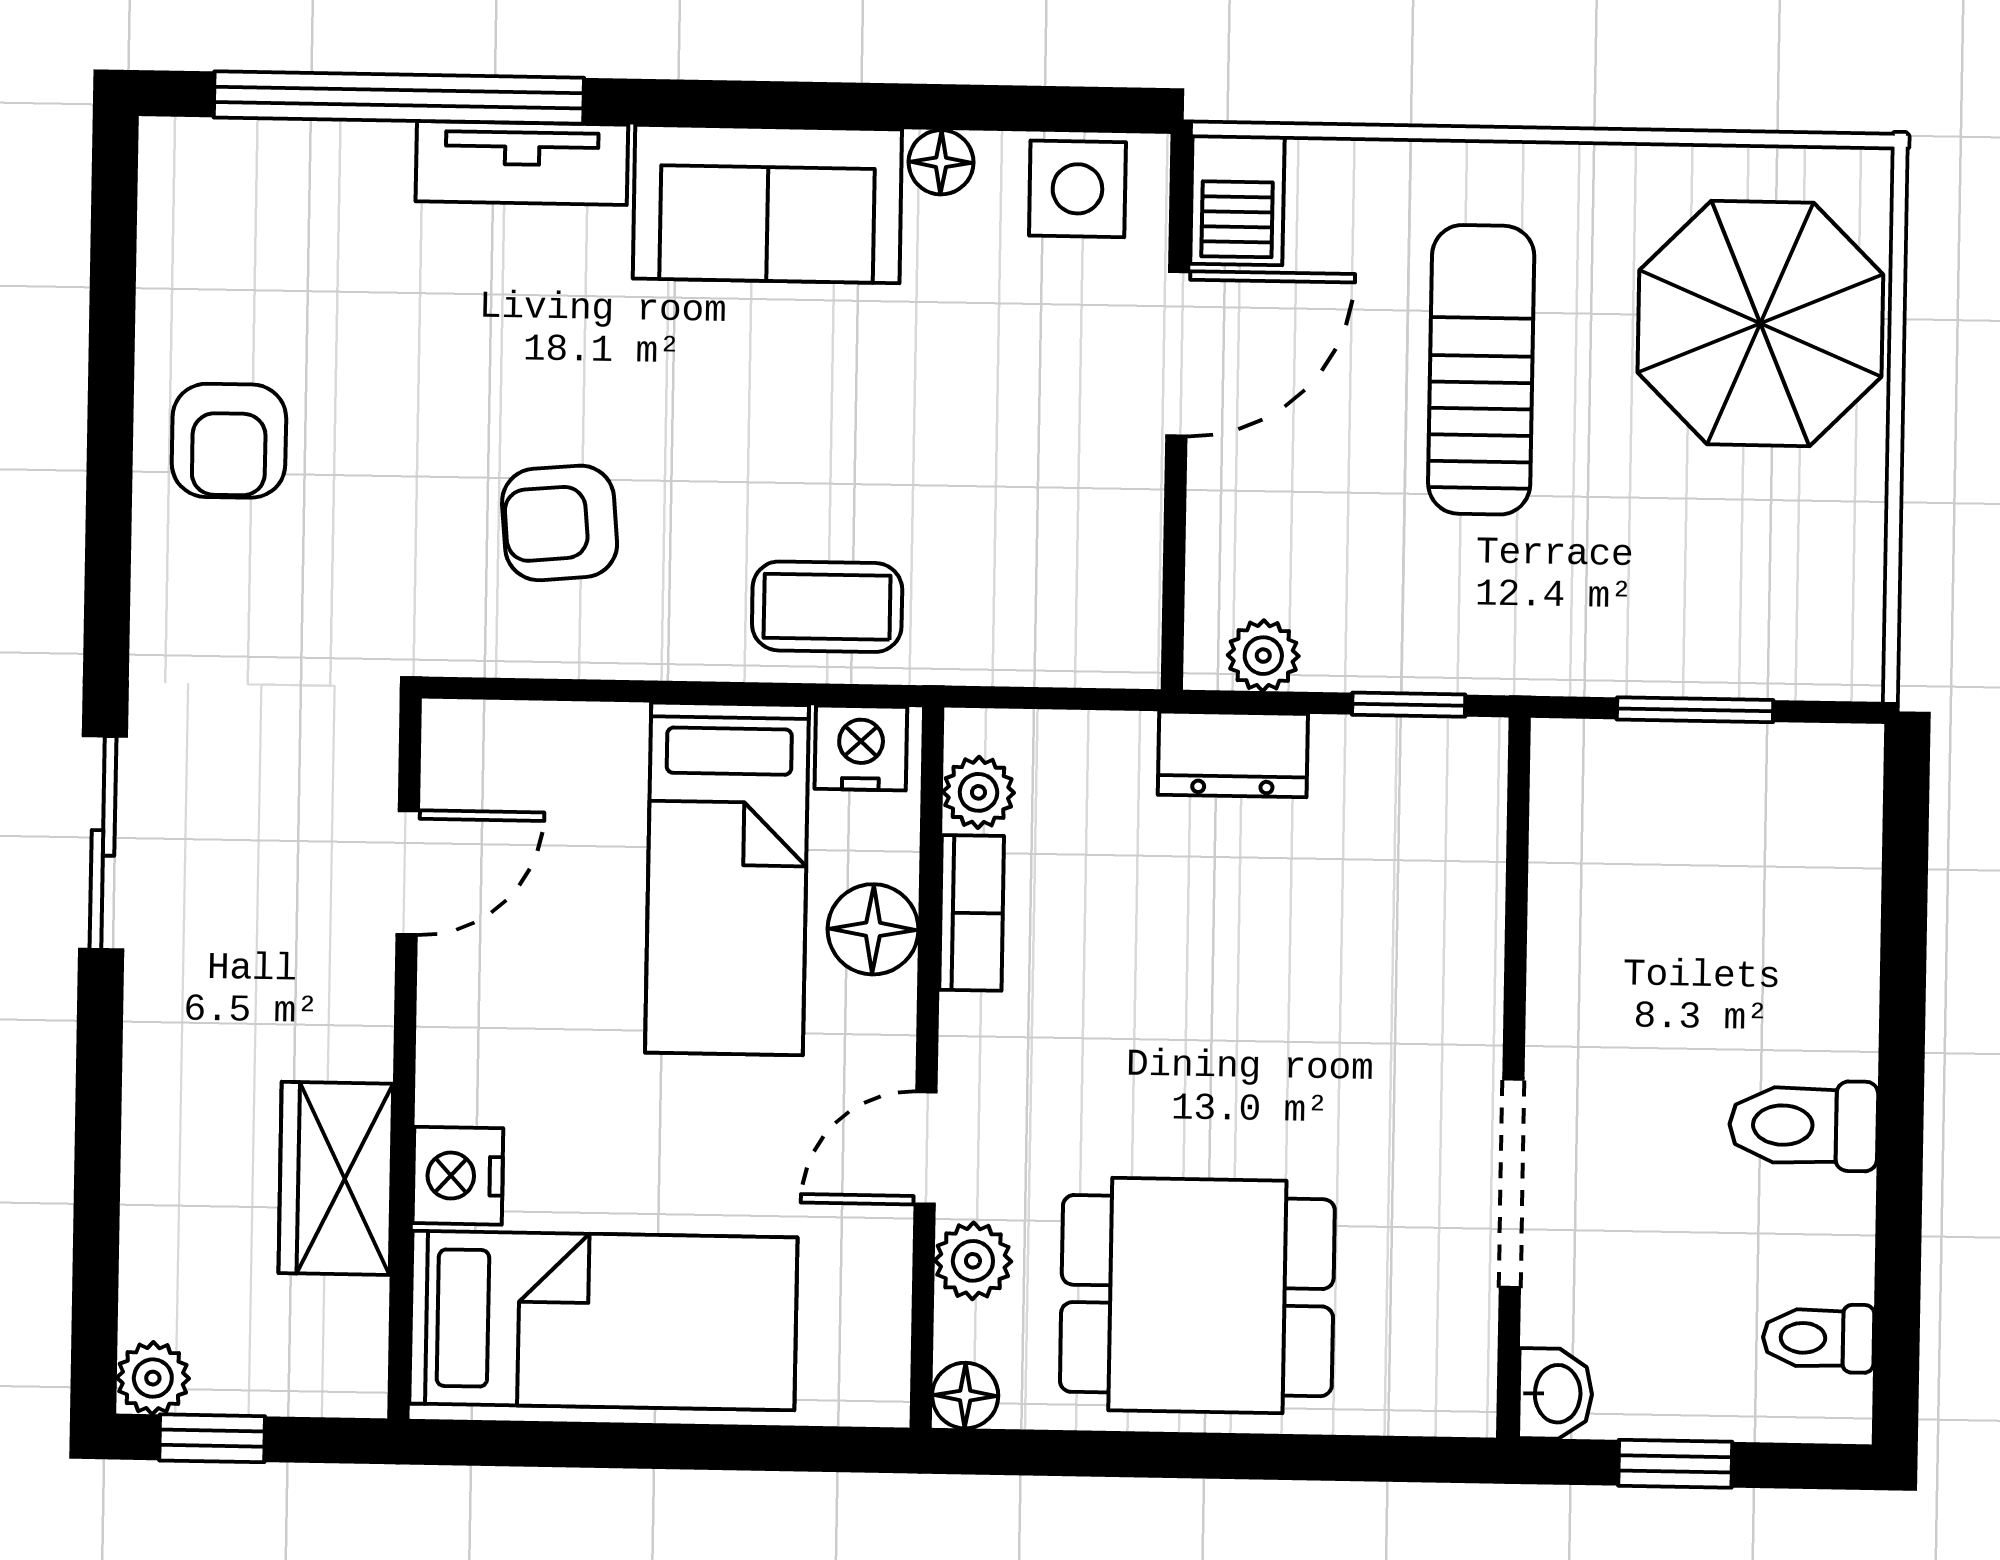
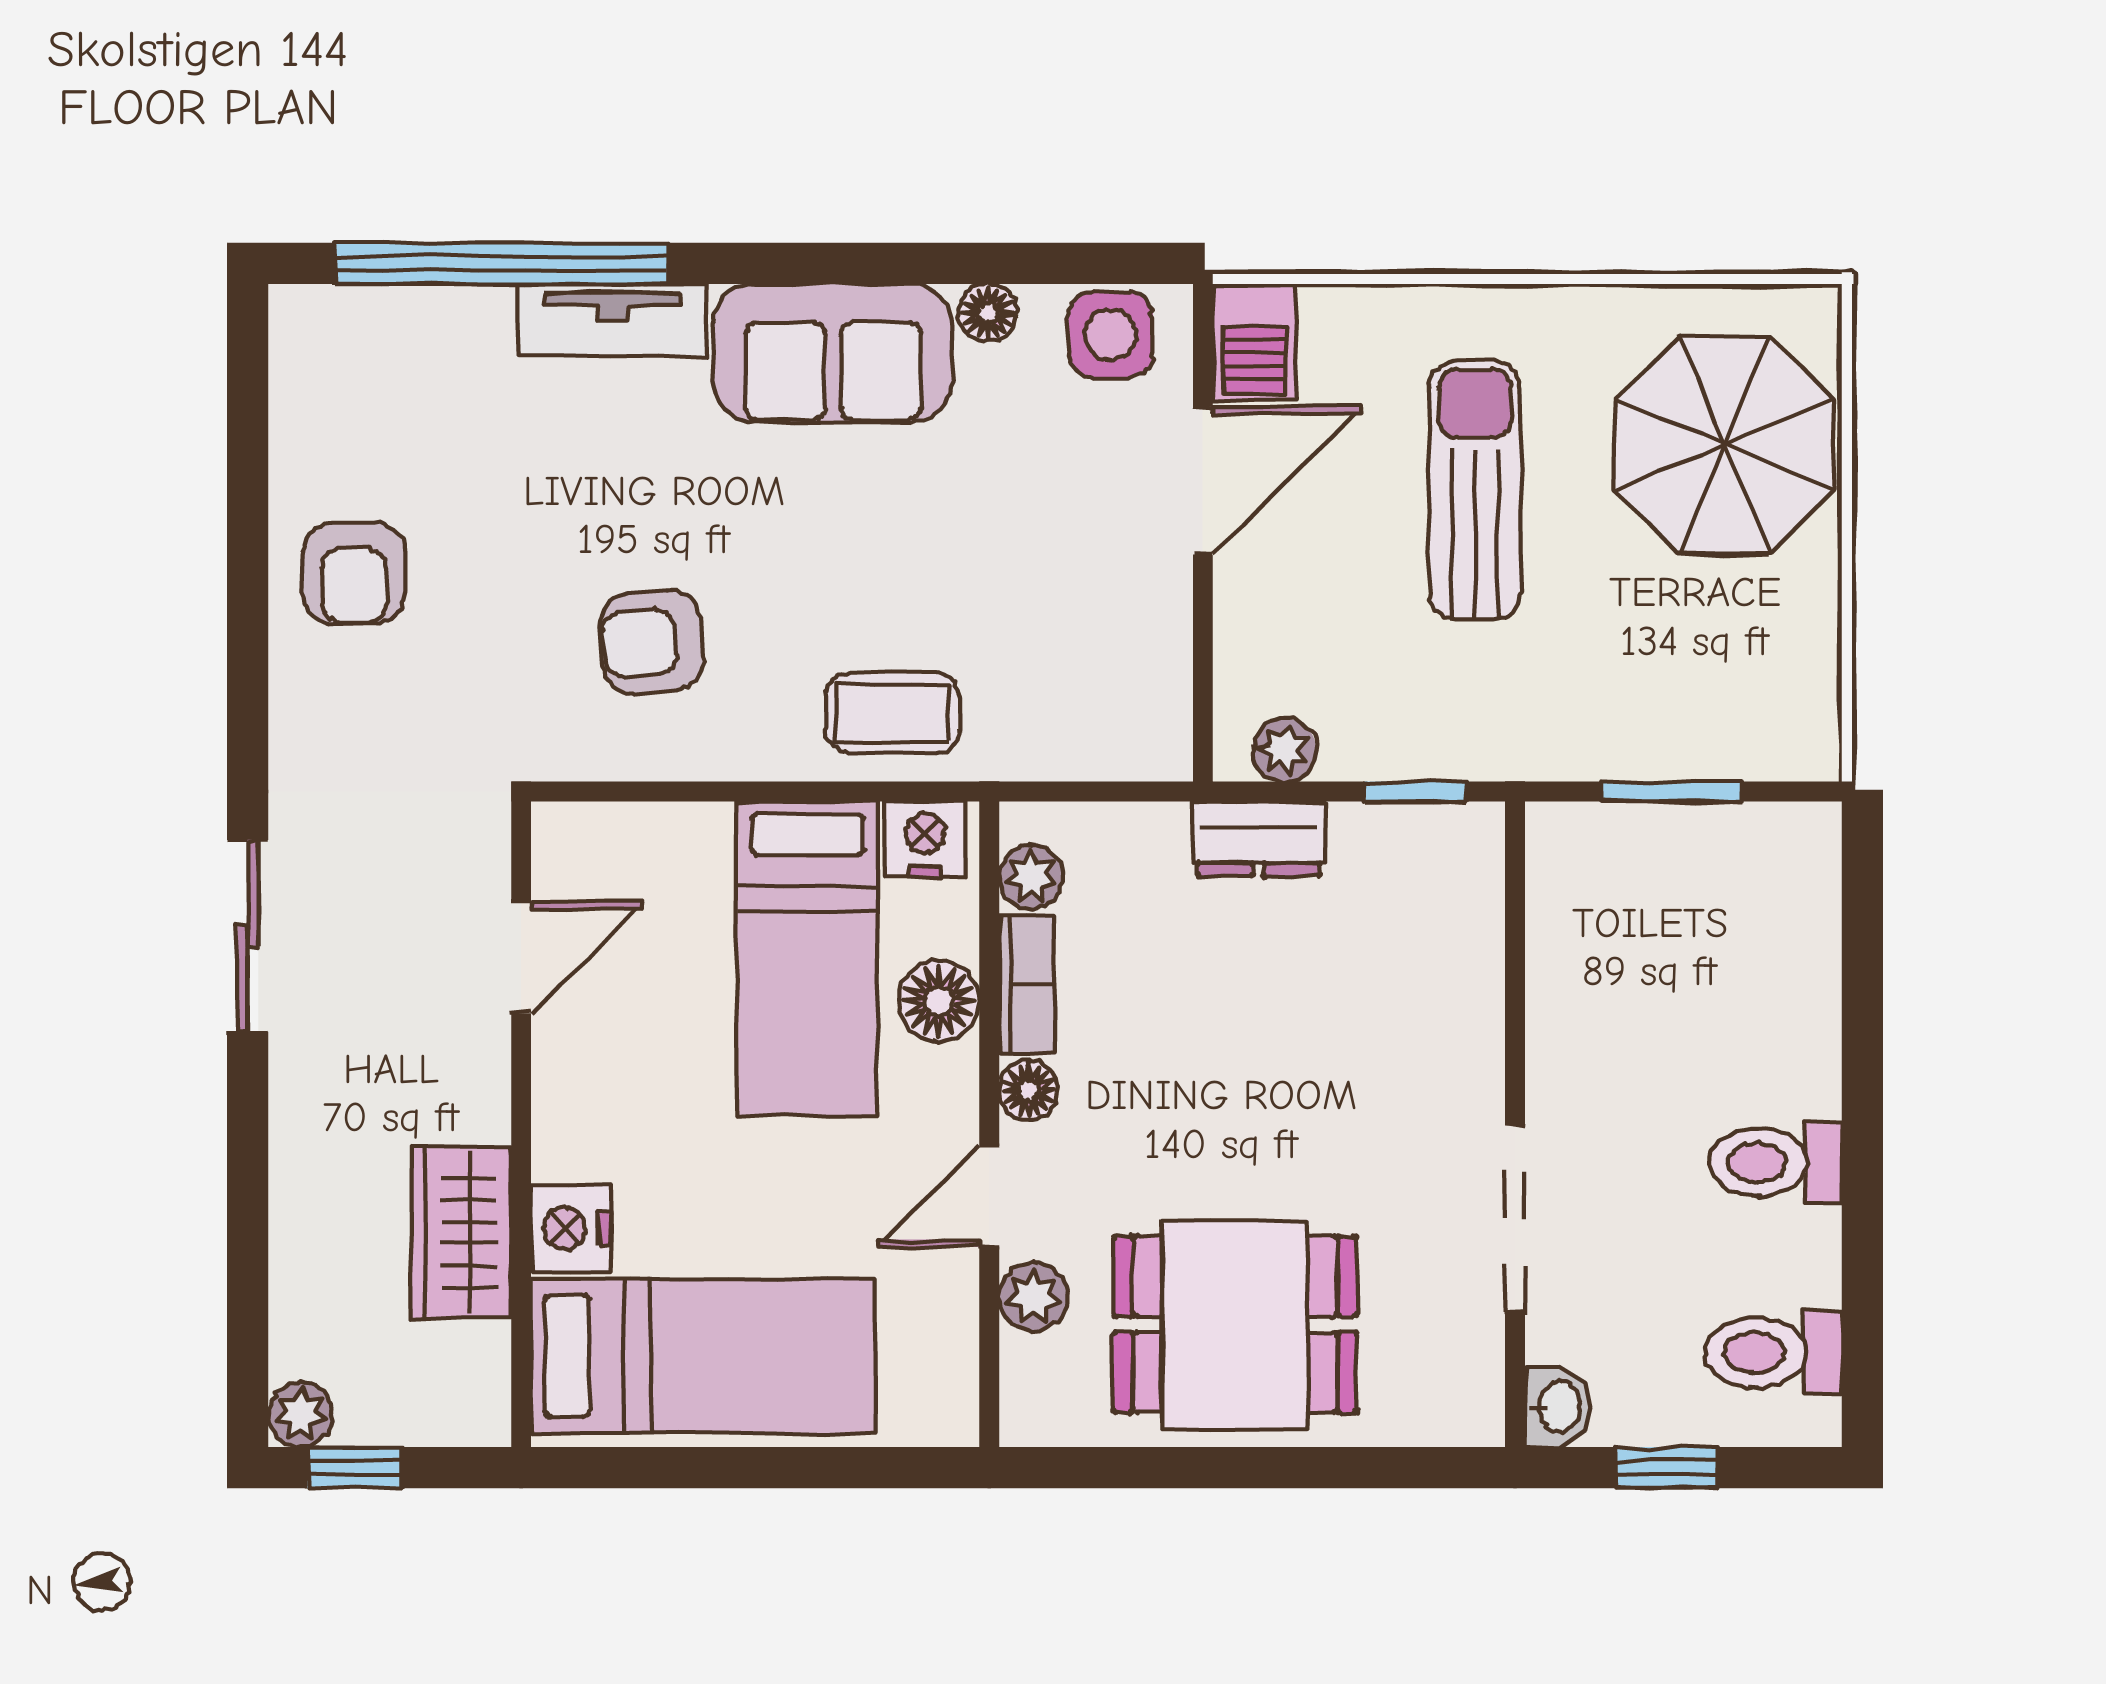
toilet: (1818, 1338) -> (1773, 1353), width x1.37, depth x1.39
floor lamp: (965, 1396) -> (1029, 1091), moved

